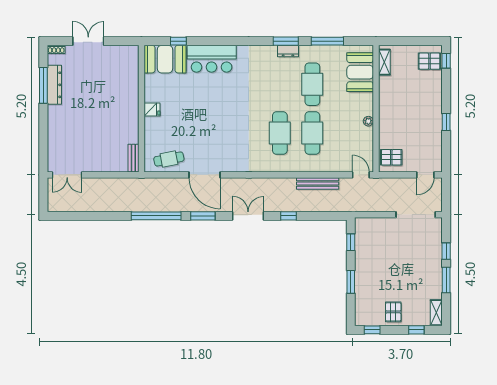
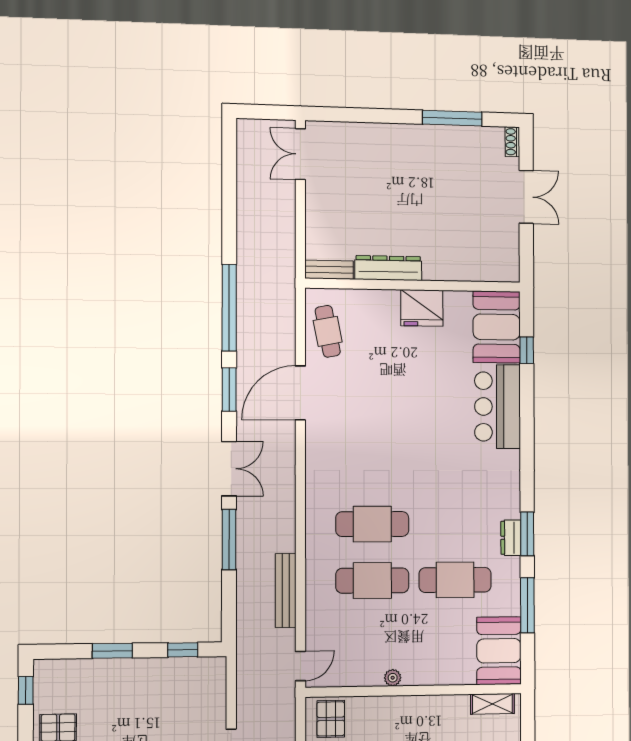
booth: (360, 72) -> (499, 651), moved, turned 90
dresser: (54, 85) -> (388, 268), moved, turned 180
fridge: (152, 109) -> (422, 308), width x1.88, depth x1.34
window: (288, 216) -> (229, 539), width x2.17

